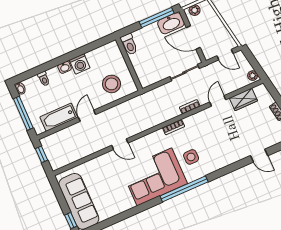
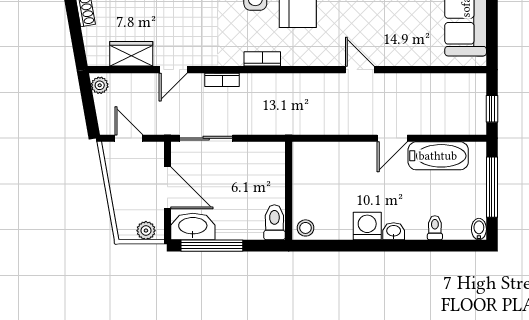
stool: (111, 84) -> (306, 228), moved, width x0.53, depth x0.53

